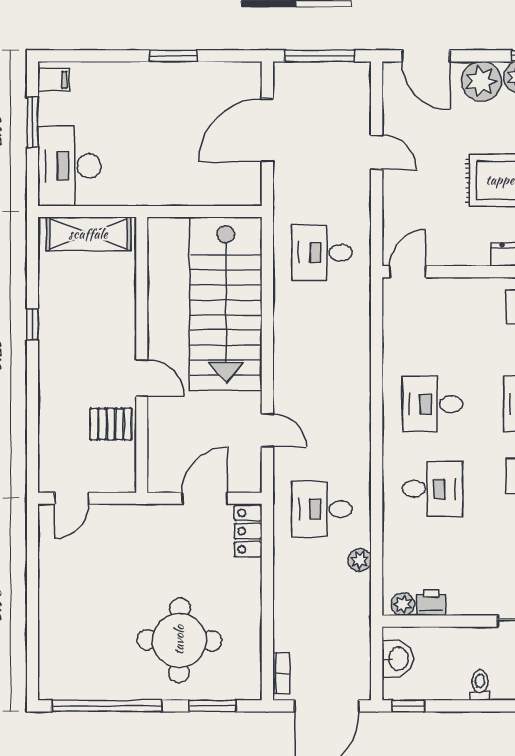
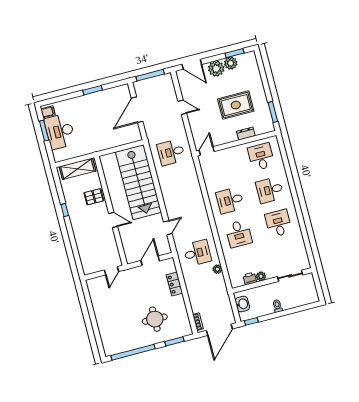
desk: (70, 166) -> (60, 131), moved
pallet: (111, 424) -> (94, 197), moved
door: (267, 430) -> (168, 228), hinge flipped
desk: (432, 489) -> (239, 234), turned 90
door: (72, 498) -> (111, 271), moved
desk: (322, 509) -> (197, 253), turned 180
locker: (248, 531) -> (174, 284), moved
plant: (403, 604) -> (261, 276), moved
round table: (179, 640) -> (155, 319), width x0.73, depth x0.73

